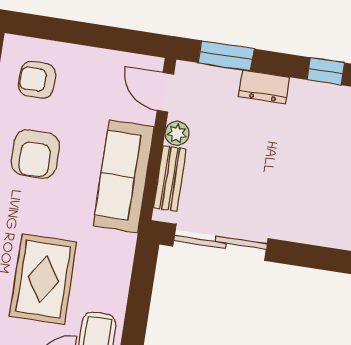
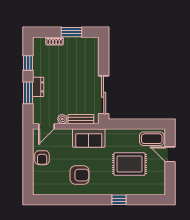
window: (226, 56) -> (28, 93), moved
armchair: (37, 80) -> (42, 158), moved
sofa: (124, 176) -> (89, 138), width x0.73

